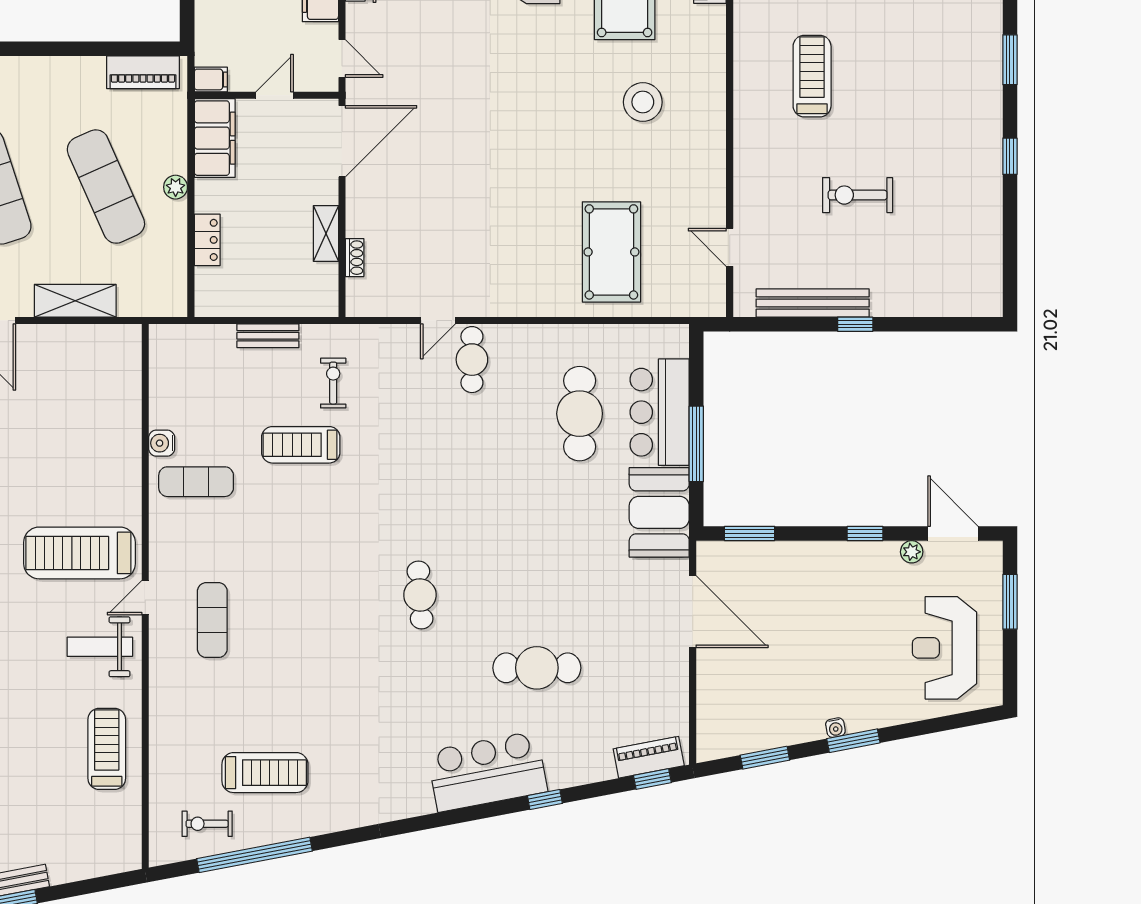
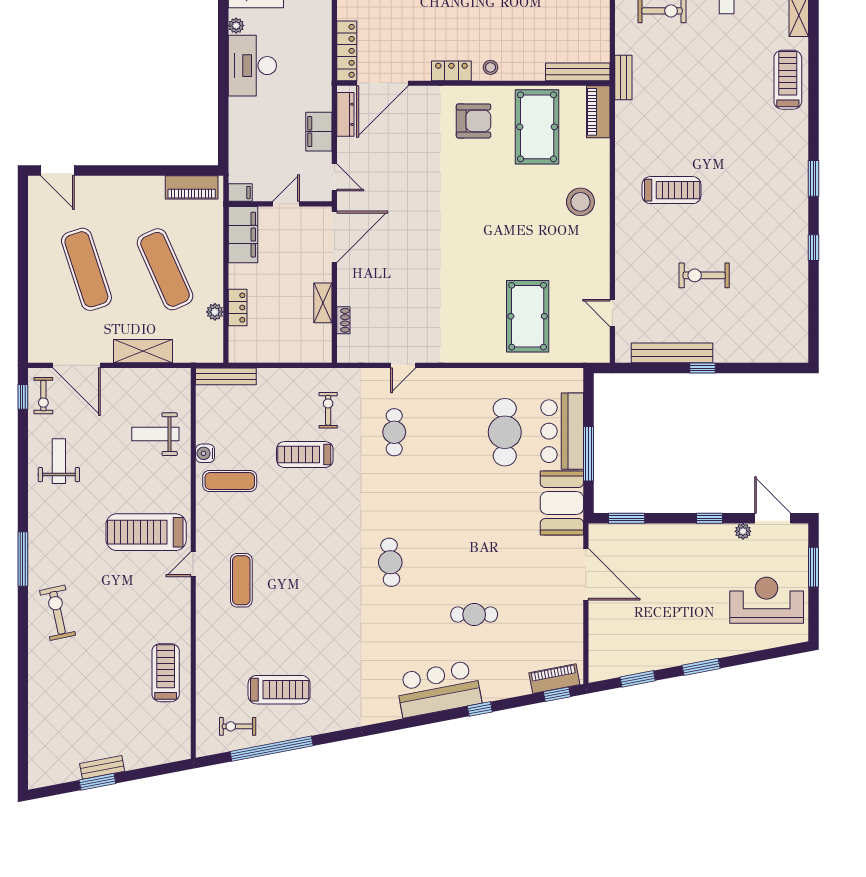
treadmill: (812, 76) -> (671, 190), turned 90
stool: (643, 102) -> (580, 202), moved
plant: (176, 187) -> (215, 312), moved
bench: (268, 336) -> (226, 376), moved, width x1.36
cafe table: (472, 360) -> (394, 432), moved
weight bench: (100, 647) -> (155, 434), moved
reception desk: (945, 648) -> (767, 600), turned 90
cafe table: (537, 668) -> (474, 615), width x0.73, depth x0.74
water cooler: (835, 728) -> (688, 657), removed

